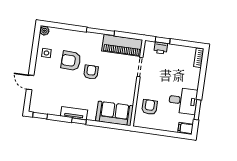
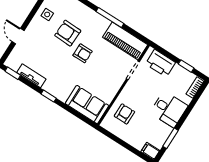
window: (163, 40) -> (186, 66), moved
printer: (161, 48) -> (160, 63), width x1.87, depth x1.48
armchair: (91, 72) -> (83, 53), turned 90
desk: (183, 101) -> (169, 109), moved
tv unit: (74, 113) -> (31, 76), moved

